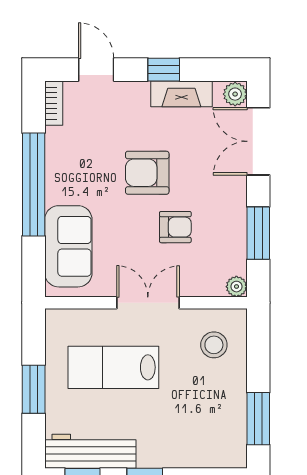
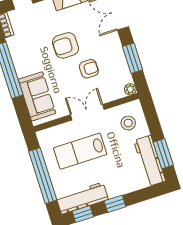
window: (34, 389) -> (43, 176), width x2.11
workbench: (230, 423) -> (150, 161), added

